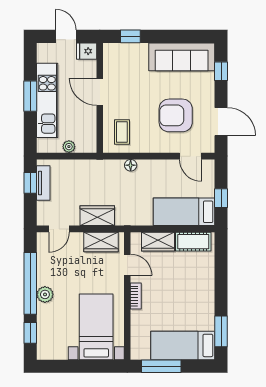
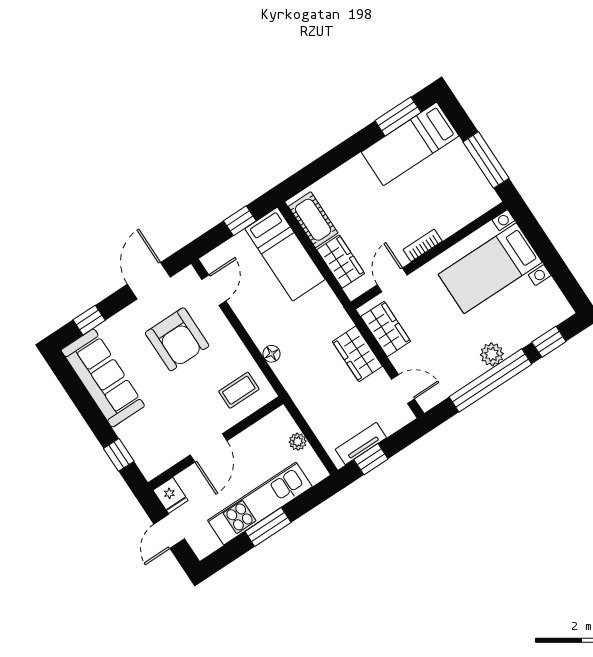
bed: (183, 345) -> (410, 144), moved, turned 90

